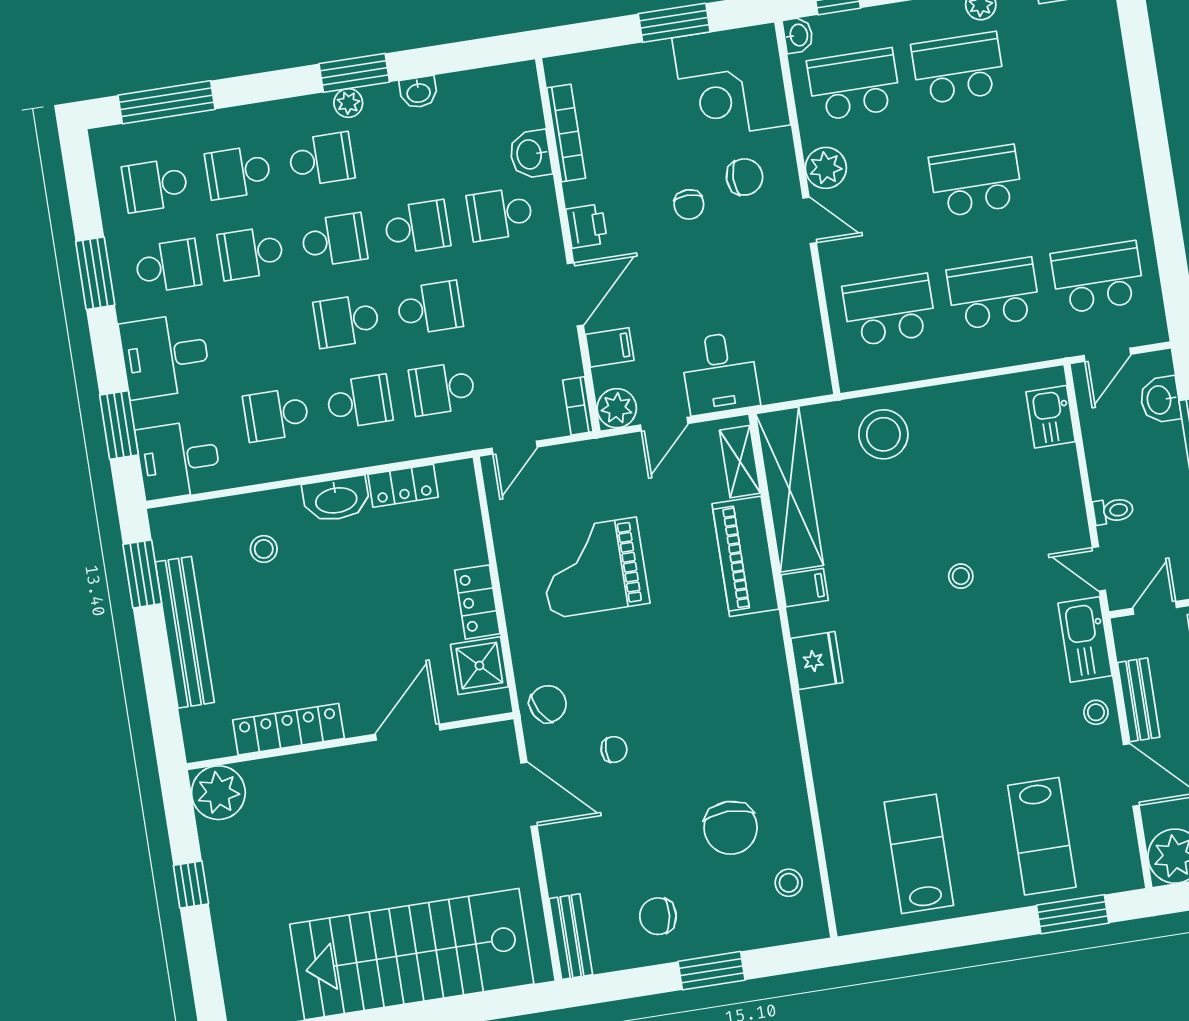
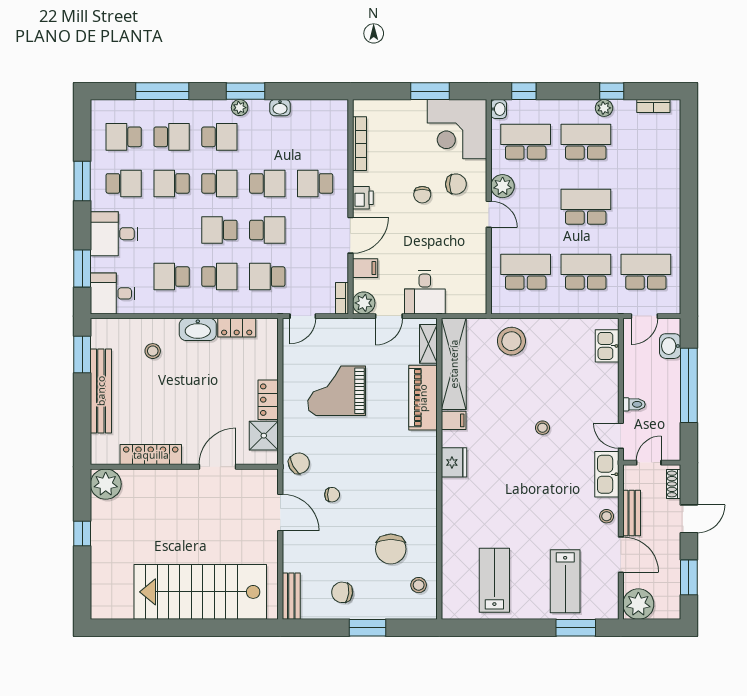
window: (166, 102) -> (162, 91), moved
washbasin: (530, 154) -> (337, 152), removed
school desk: (238, 172) -> (172, 137), turned 180

